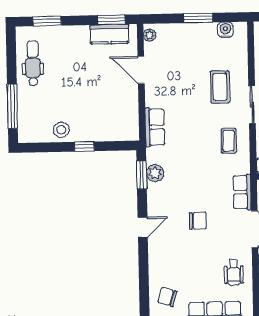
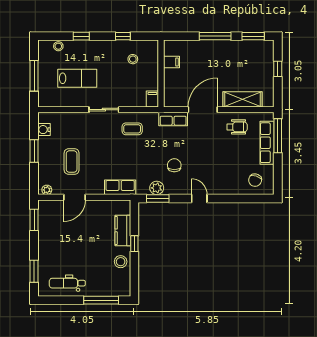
kitchen counter: (109, 34) -> (123, 230), moved, turned 180
coffee table: (220, 87) -> (72, 162), moved, turned 90
chair: (198, 221) -> (174, 165), moved

